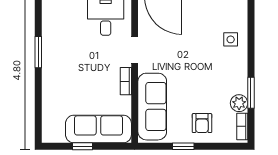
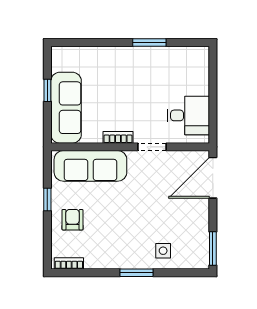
window: (251, 93) -> (136, 273), moved
plant: (239, 103) -> (94, 260), removed
armchair: (202, 123) -> (73, 220), turned 90

